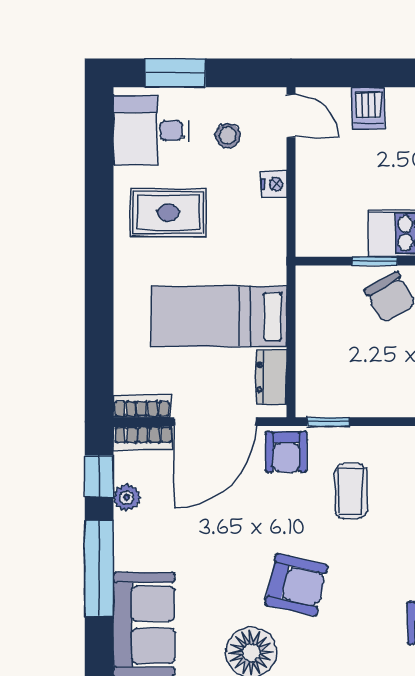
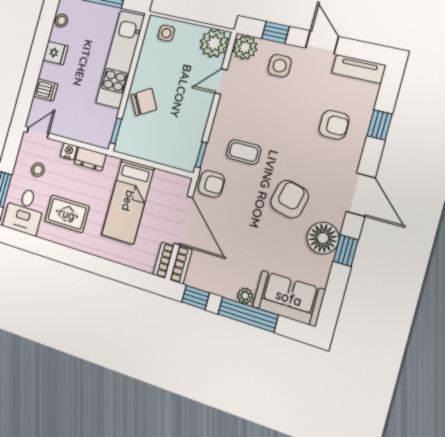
rug: (168, 212) -> (67, 214), turned 90
window: (375, 261) -> (116, 131), moved
dresser: (271, 377) -> (90, 159), moved
plant: (127, 497) -> (245, 296), moved

